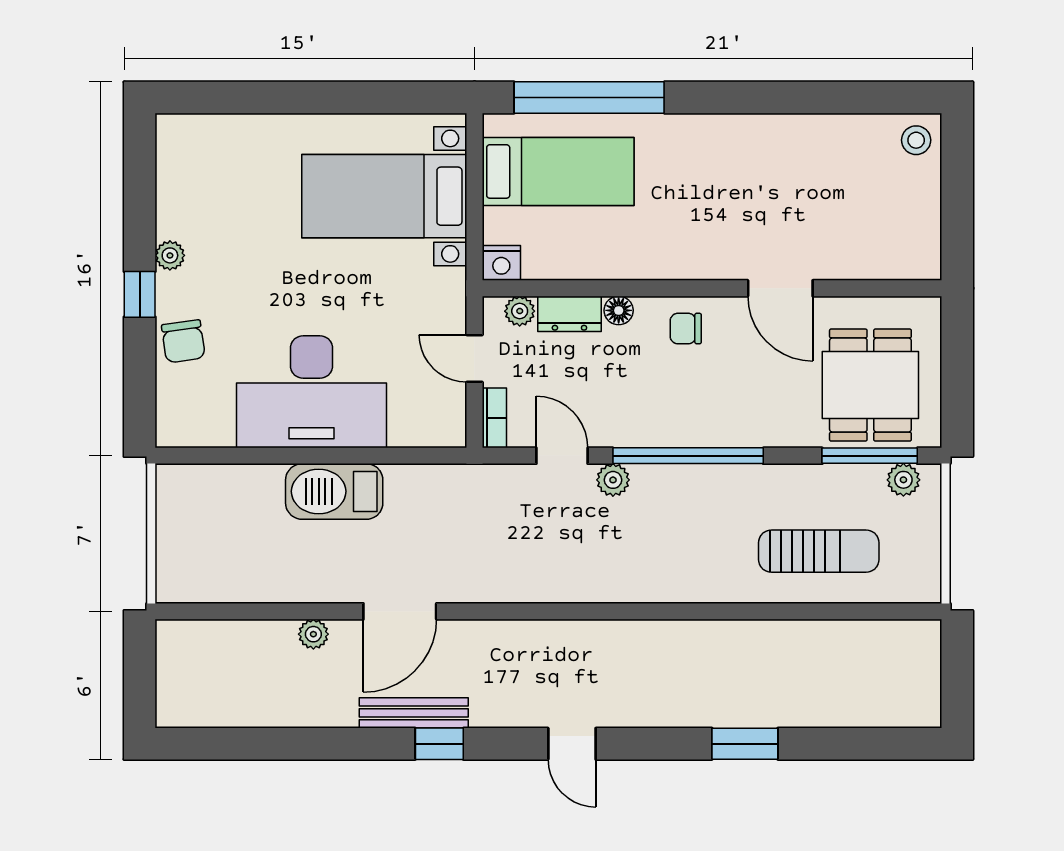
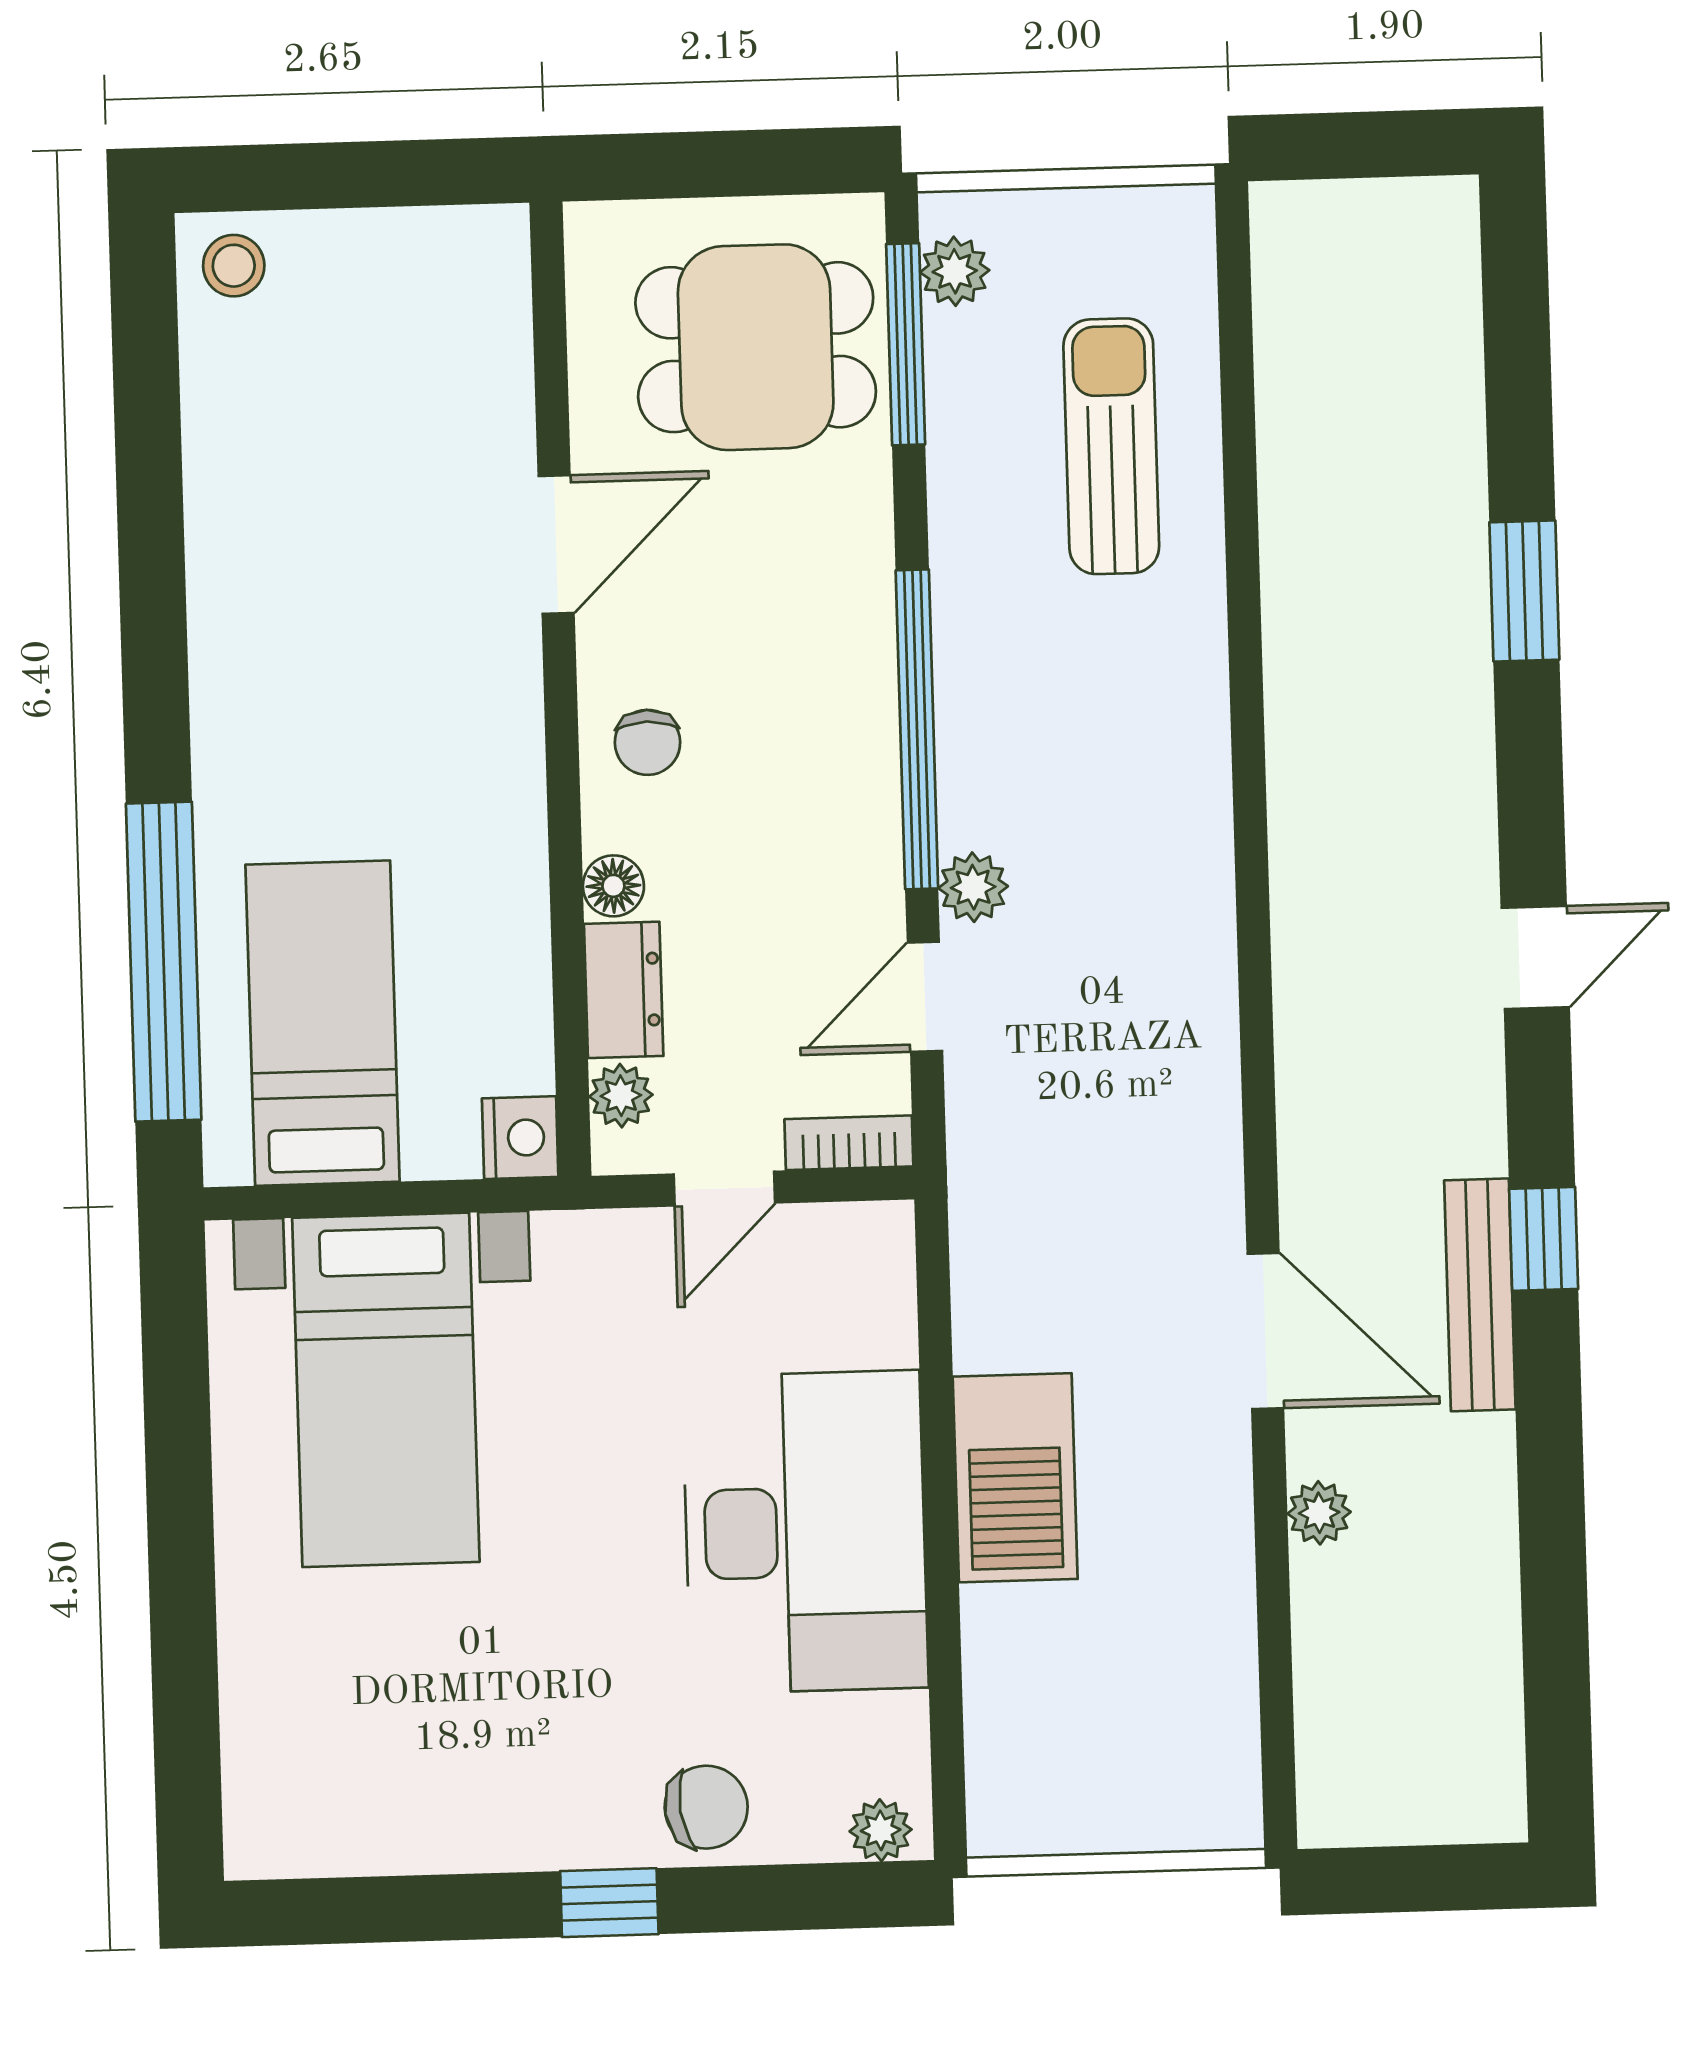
plant: (170, 255) -> (881, 1830), moved

